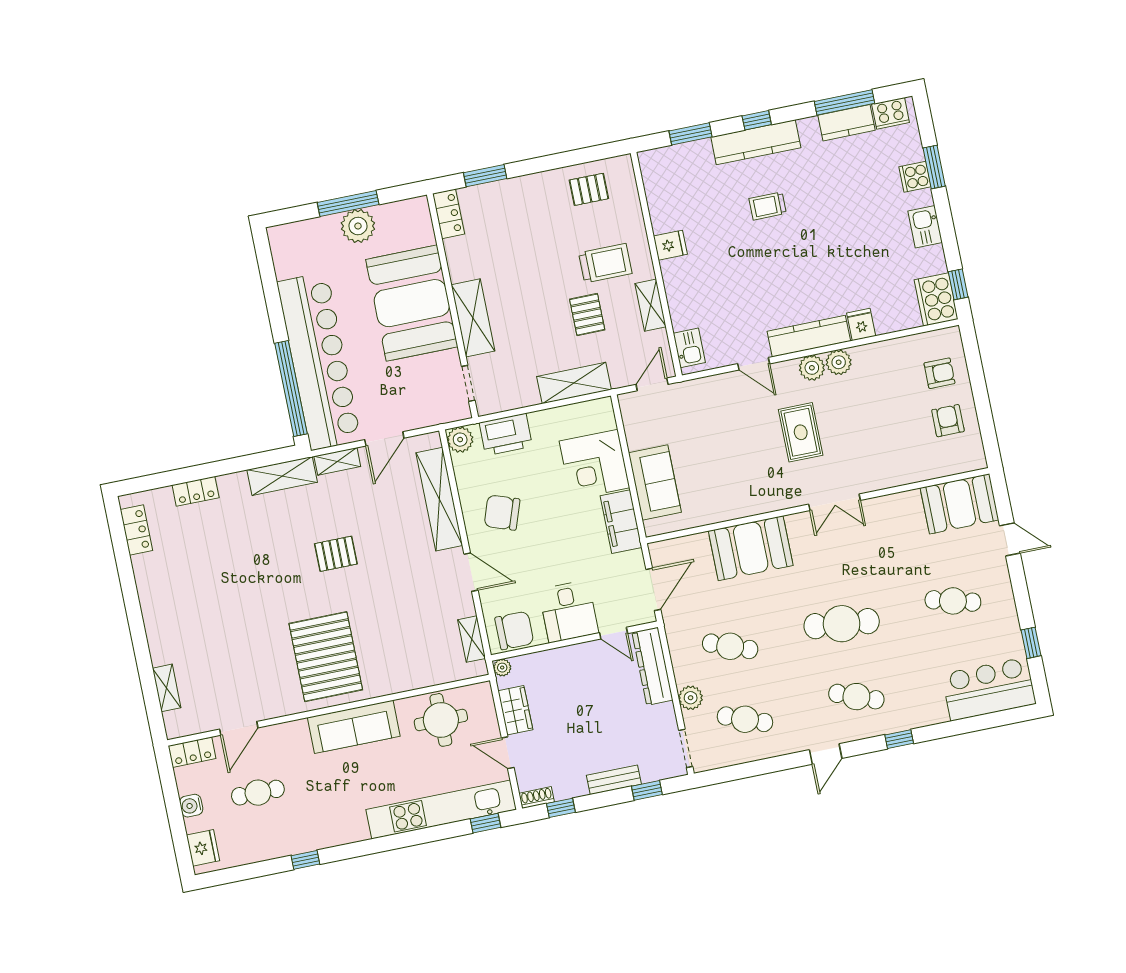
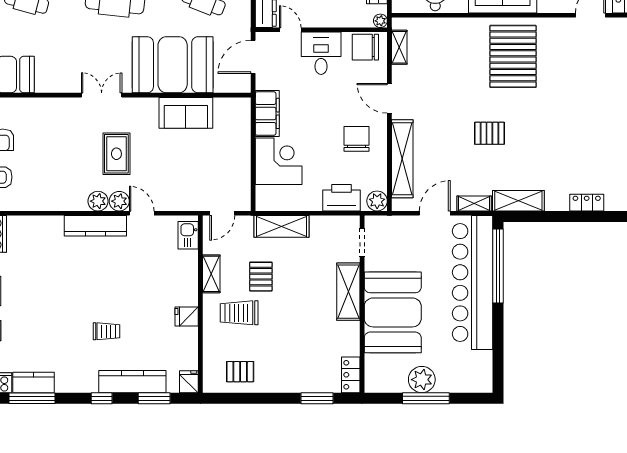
kitchen counter: (756, 142) -> (132, 382), moved
fridge: (861, 325) -> (189, 382), moved, turned 180
plant: (839, 362) -> (119, 201), moved
sofa: (655, 482) -> (186, 113), moved, turned -90
chair: (502, 513) -> (356, 139), turned -109
booth: (751, 548) -> (173, 65), width x1.36, depth x1.42

